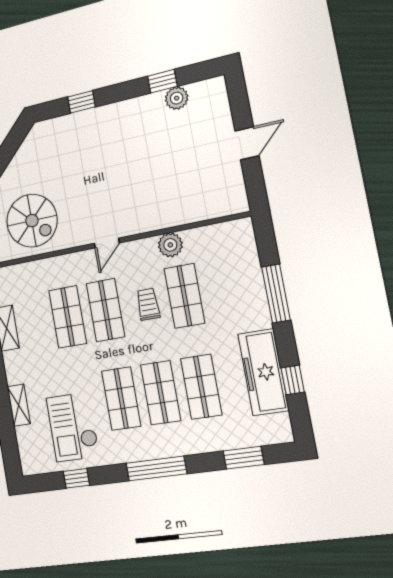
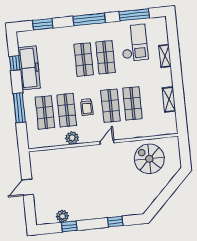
shop shelf: (201, 387) -> (45, 112), moved
window: (76, 478) -> (134, 15), width x2.17

